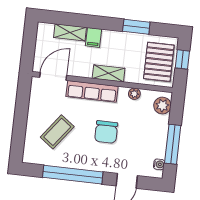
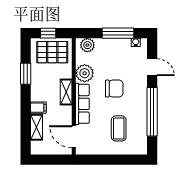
plant: (134, 94) -> (85, 73), width x1.88, depth x1.88
coffee table: (57, 132) -> (119, 128), turned 53

